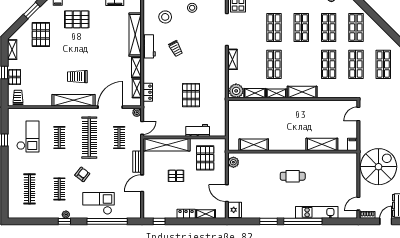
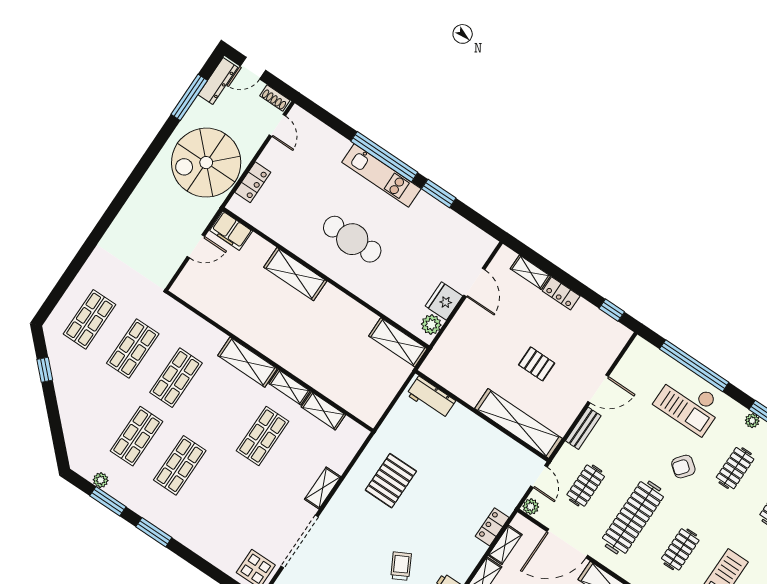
shop shelf: (274, 27) -> (223, 495), removed
shop shelf: (356, 27) -> (93, 407), removed
window: (388, 29) -> (45, 370), added
plant: (236, 91) -> (351, 434), removed
pallet: (191, 95) -> (391, 481), moved
door: (358, 114) -> (196, 246), moved
door: (142, 128) -> (539, 477), swing flipped
workbench: (198, 130) -> (431, 398), moved
shelving: (322, 144) -> (295, 274), moved
filing cabinet: (352, 144) -> (231, 231), width x2.00
shelving: (254, 145) -> (398, 342), moved
pallet: (205, 158) -> (471, 362), removed
locker: (352, 172) -> (253, 182), added
cafe table: (293, 176) -> (352, 239), width x1.37, depth x1.35
door: (358, 204) -> (277, 125), hinge flipped
fridge: (235, 210) -> (444, 301), moved
kitchen unit: (317, 212) -> (381, 175), moved

